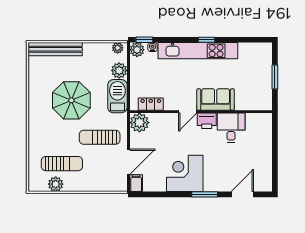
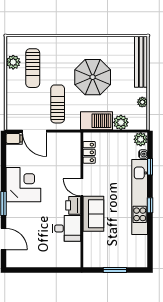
window: (144, 40) -> (150, 167), moved
plant: (118, 48) -> (142, 102), moved
plant: (139, 123) -> (72, 142), removed

